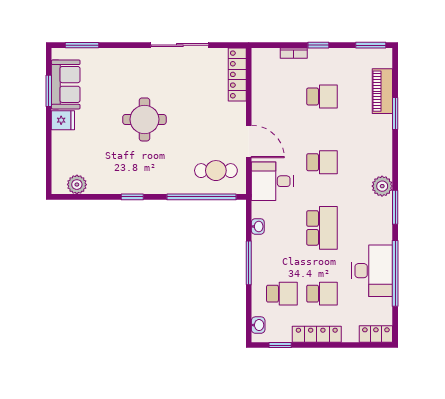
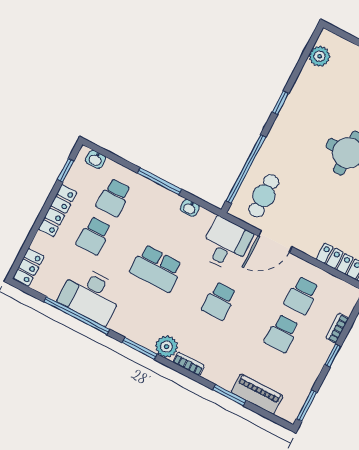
school desk: (282, 96) -> (302, 295), added
bookcase: (387, 160) -> (189, 364), added

